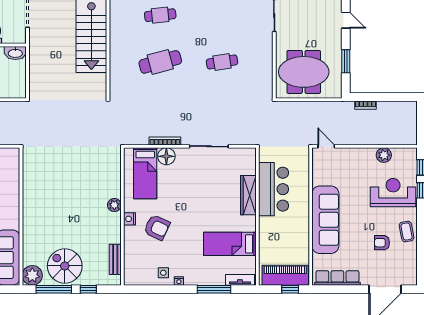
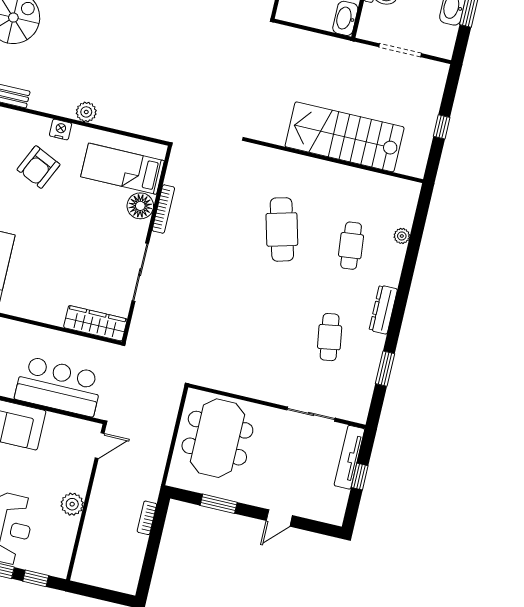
cafe table: (222, 62) -> (330, 337), moved
plant: (384, 155) -> (72, 504), moved
bar counter: (274, 189) -> (59, 386), moved, turned 180
wardrobe: (248, 195) -> (95, 323), moved

